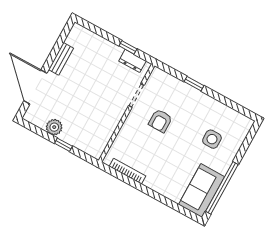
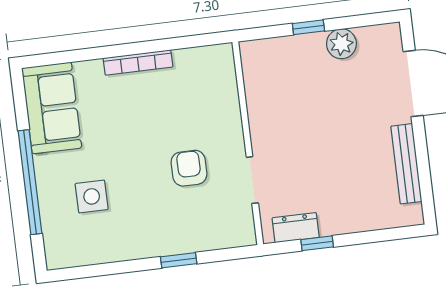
bench: (61, 59) -> (406, 164), width x1.36
bookcase: (127, 171) -> (138, 62), moved
window: (222, 188) -> (30, 182), moved

